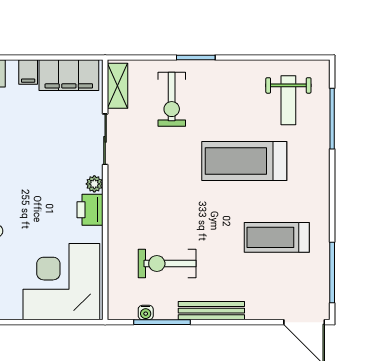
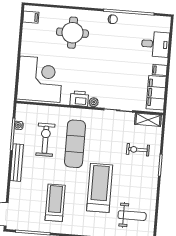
exercise bike: (172, 99) -> (138, 150), width x0.73, depth x0.72
weight bench: (288, 100) -> (132, 216), turned 180
exercise mat: (170, 211) -> (75, 144), added

